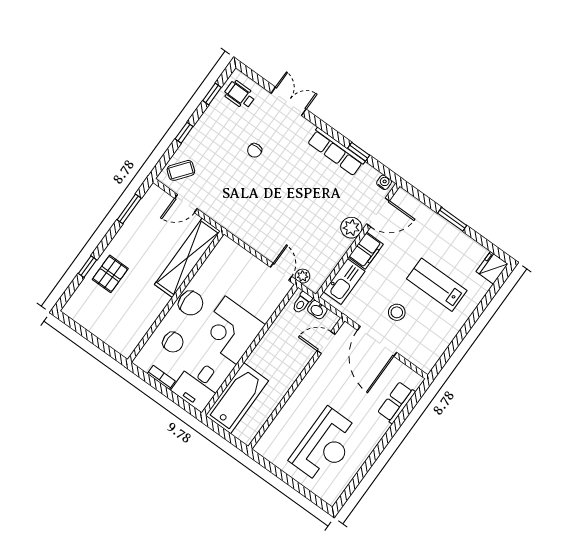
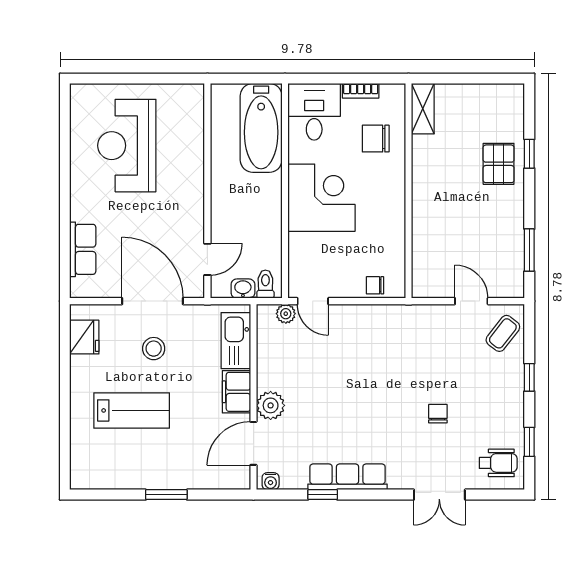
door: (186, 203) -> (471, 301), hinge flipped
shelving: (187, 258) -> (423, 109), moved, width x0.45, depth x0.75
fridge: (492, 268) -> (84, 337), moved
chair: (191, 303) -> (375, 285), moved, width x0.54, depth x0.54

